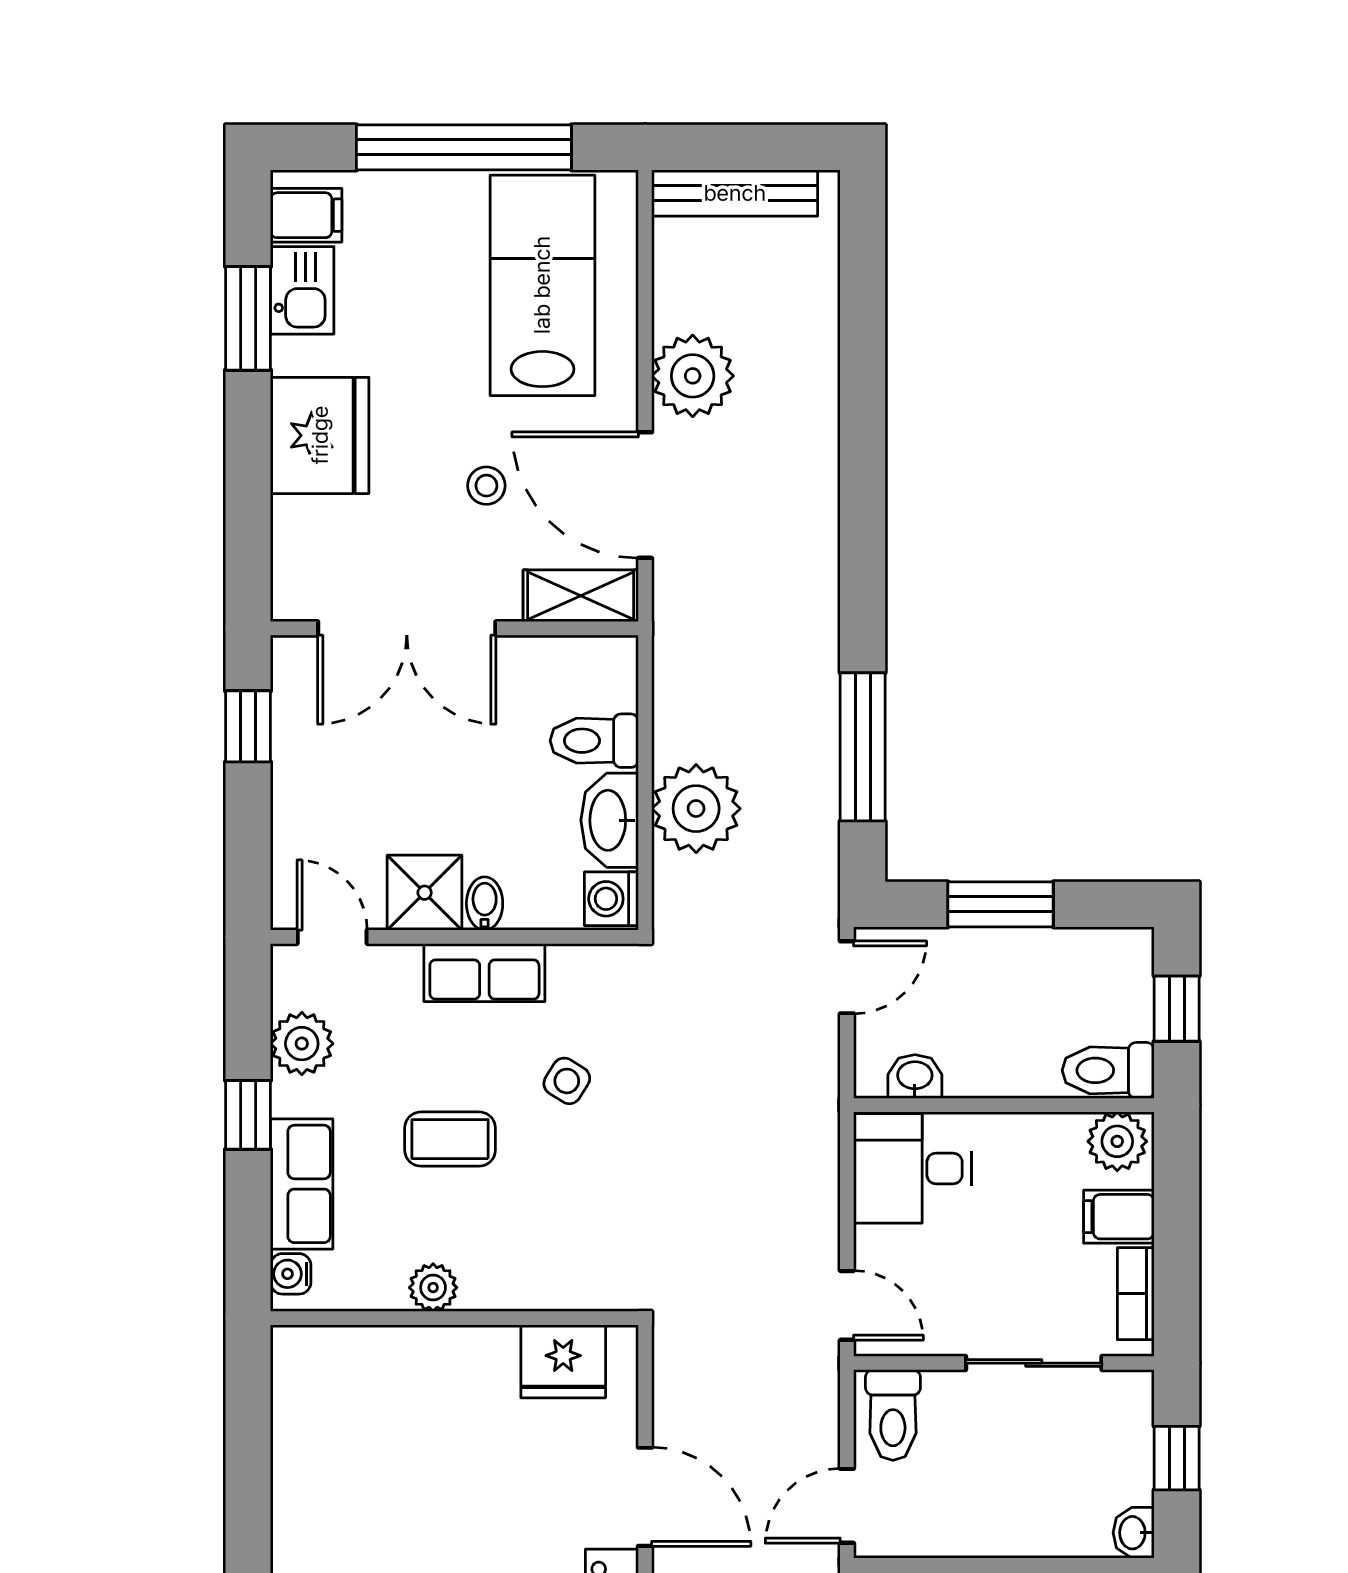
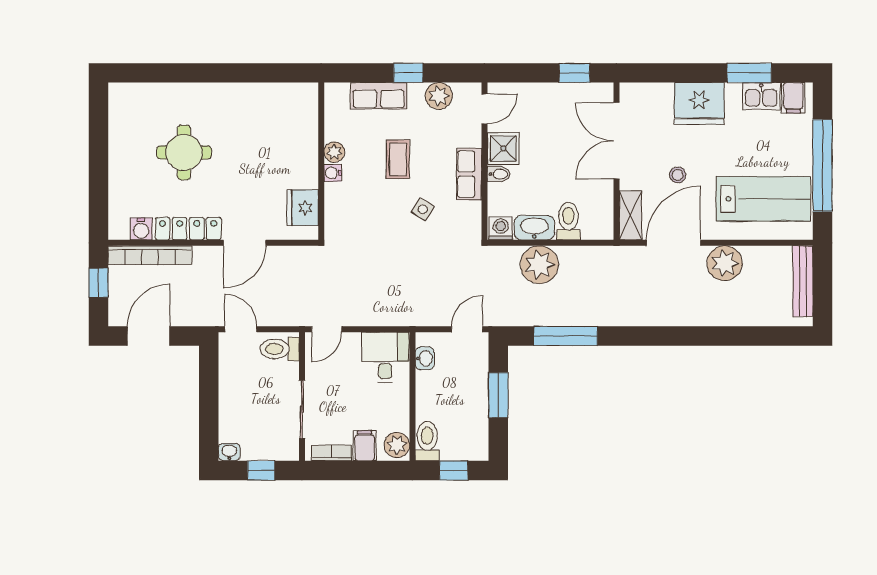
door: (847, 977) -> (467, 329), swing flipped
water cooler: (291, 1274) -> (333, 173), moved, turned -90

